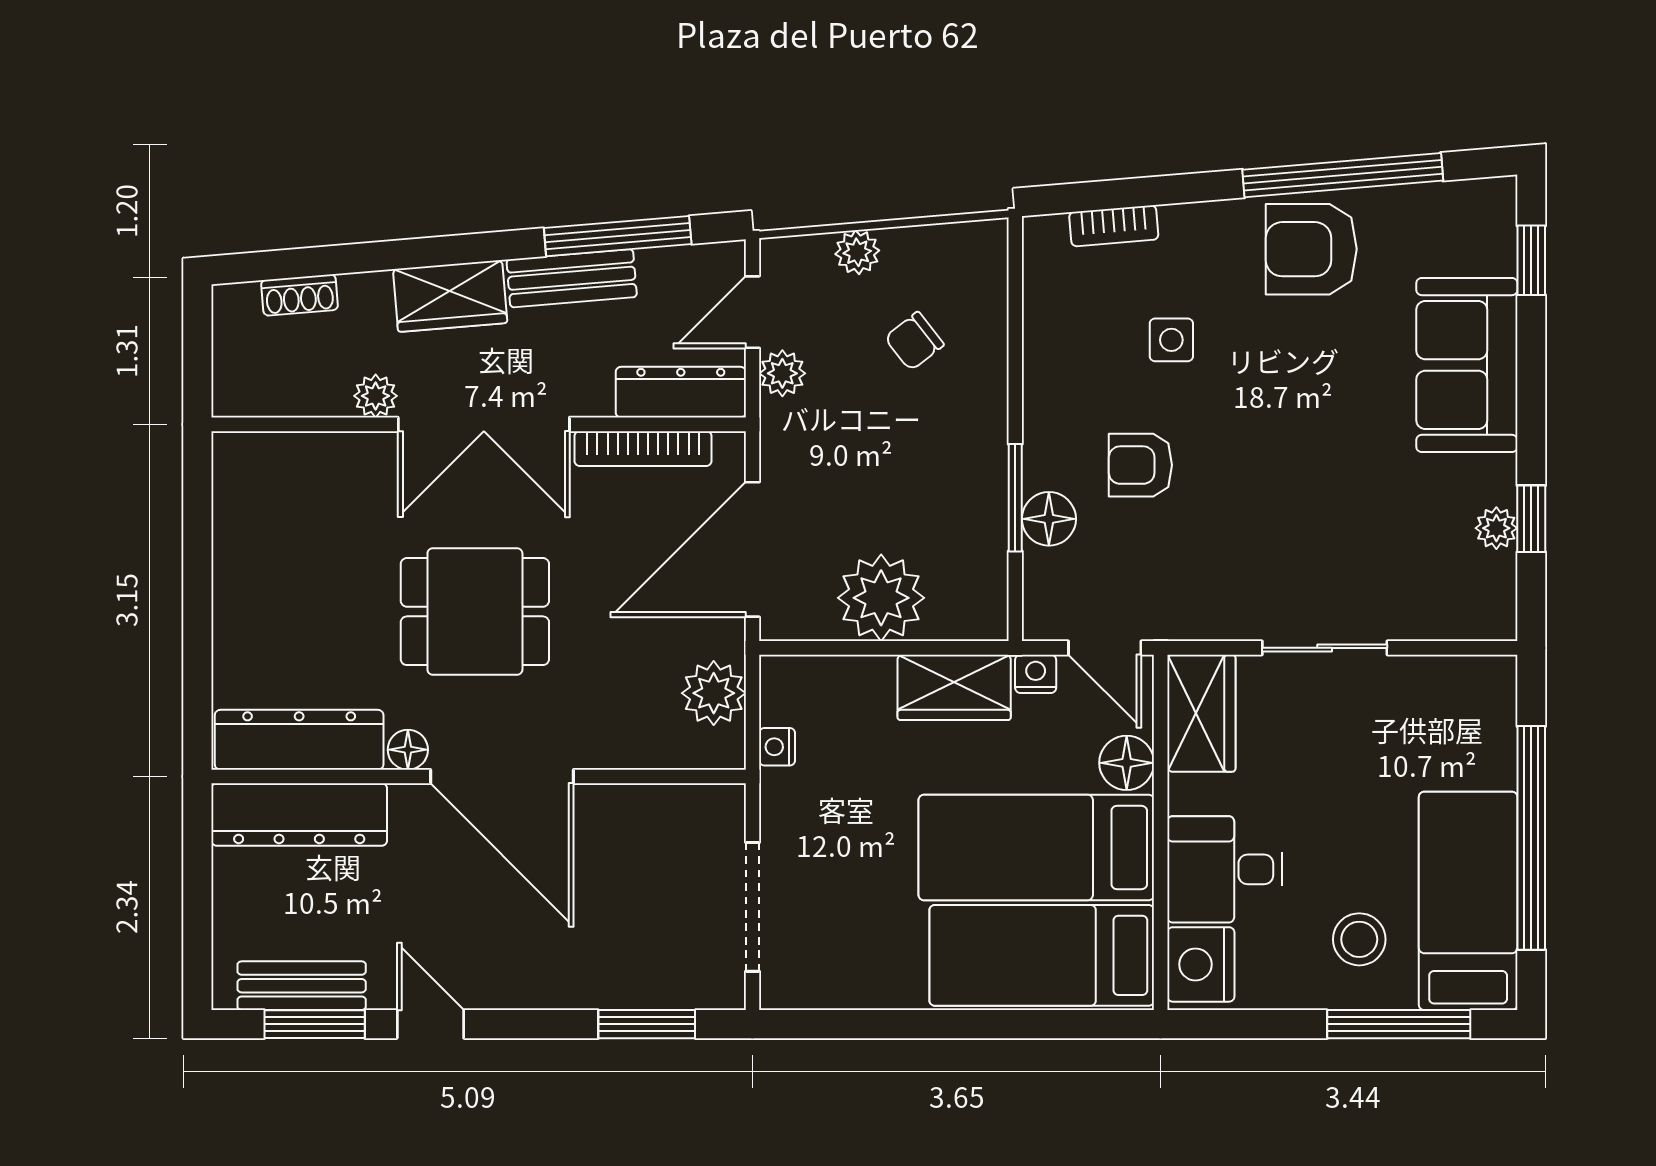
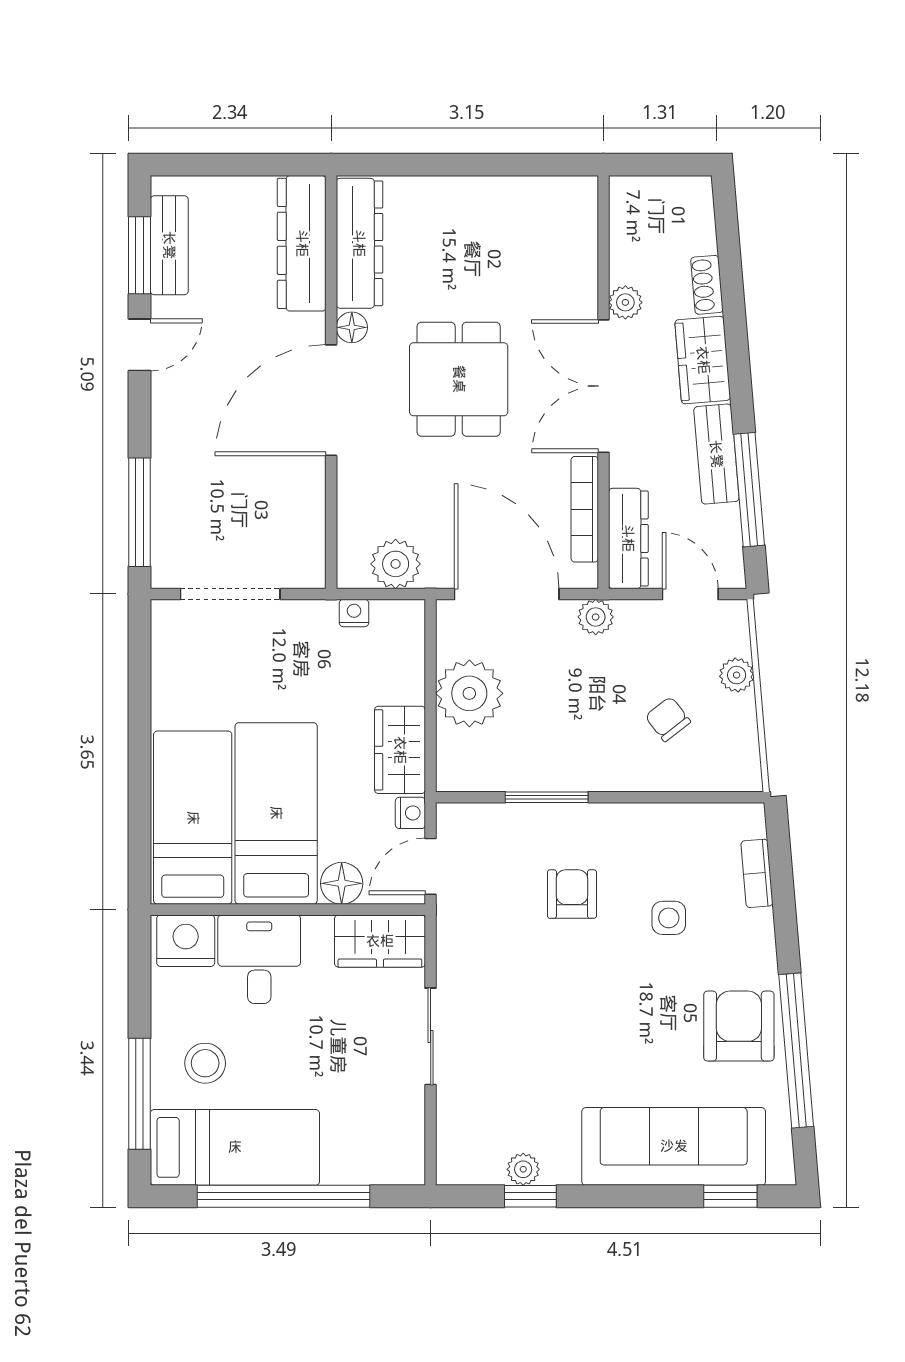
shoe rack: (300, 295) -> (707, 285), moved
sofa: (1467, 365) -> (674, 1146), width x1.36
plant: (782, 373) -> (596, 617), moved
floor lamp: (1049, 519) -> (530, 823), removed
window: (647, 1024) -> (140, 512), width x1.44

